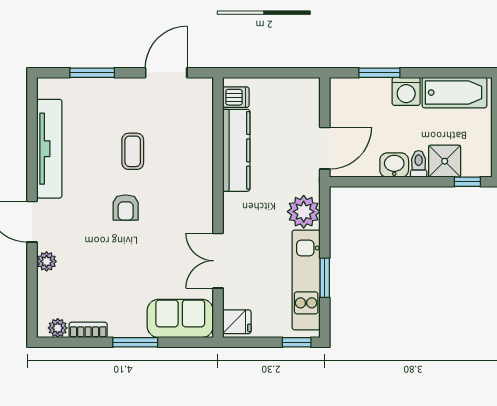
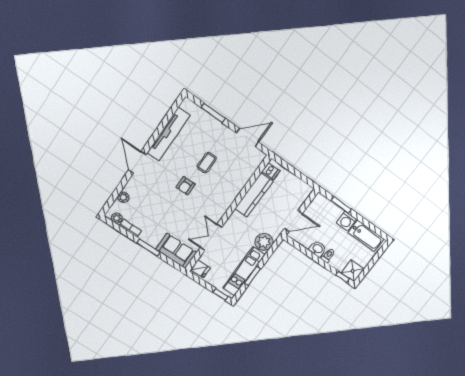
shower: (445, 161) -> (353, 271), moved
plant: (47, 261) -> (123, 197), moved

